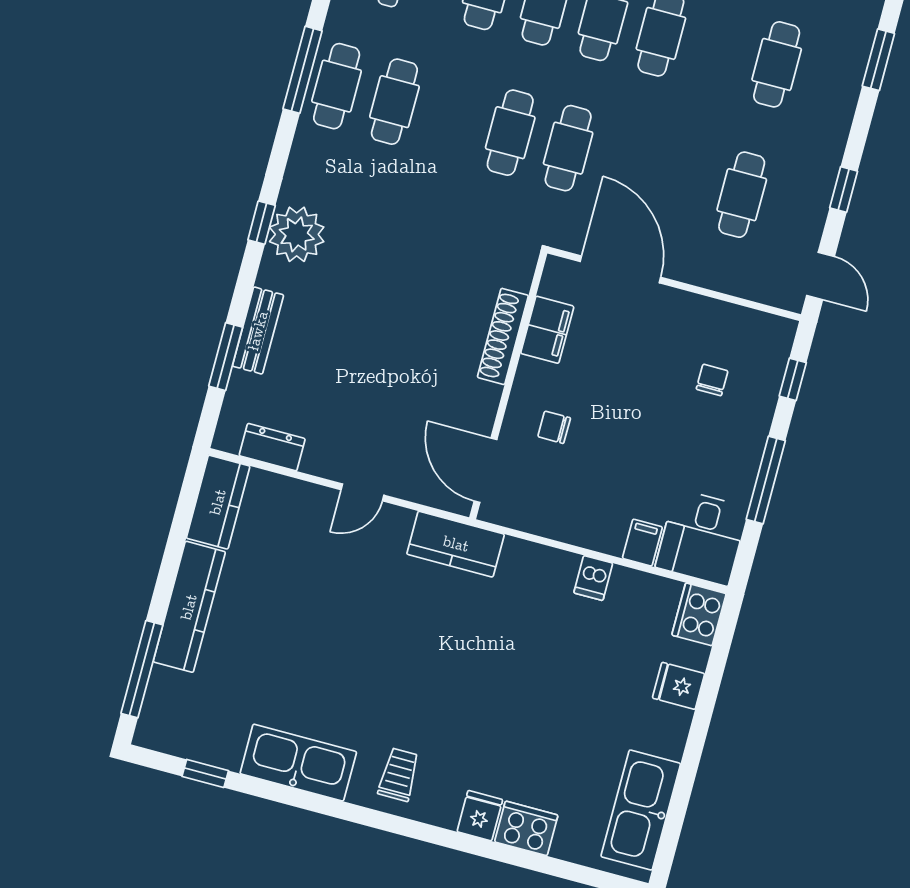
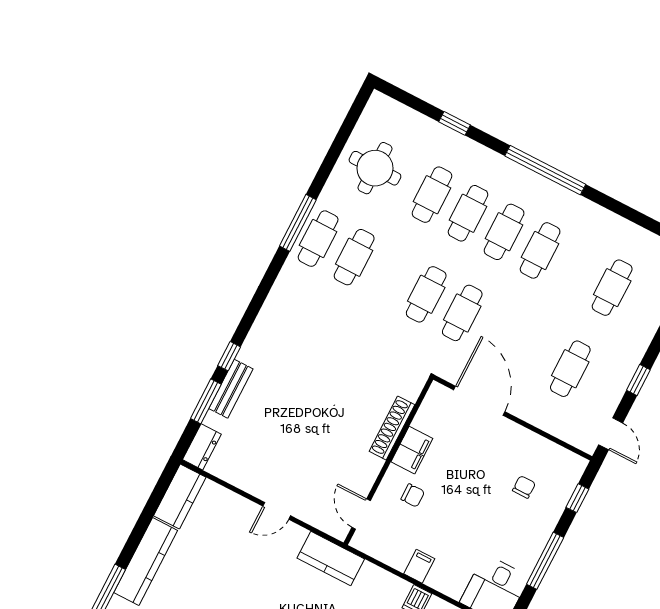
window: (262, 223) -> (229, 356), moved
plant: (297, 234) -> (270, 331), removed
filing cabinet: (547, 330) -> (412, 450), moved
chair: (554, 427) -> (413, 495), turned 180
dresser: (272, 447) -> (202, 447), moved, turned 90
door: (485, 470) -> (361, 514), width x0.73
filing cabinet: (642, 543) -> (419, 566), moved

